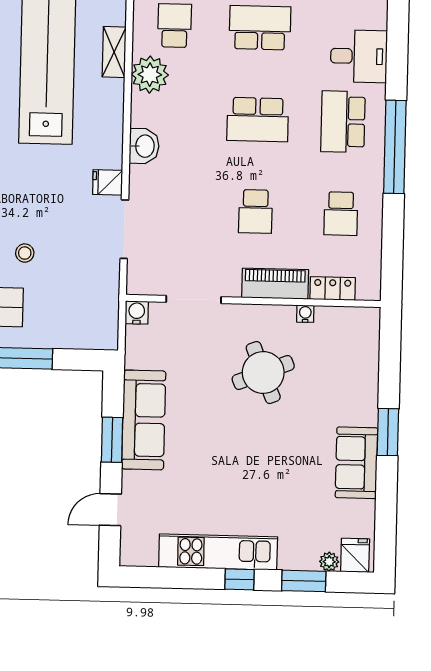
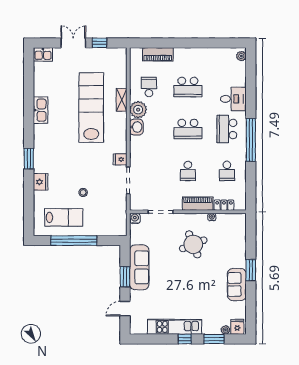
school desk: (260, 28) -> (188, 87), turned 180
washbasin: (144, 146) -> (136, 127), moved

